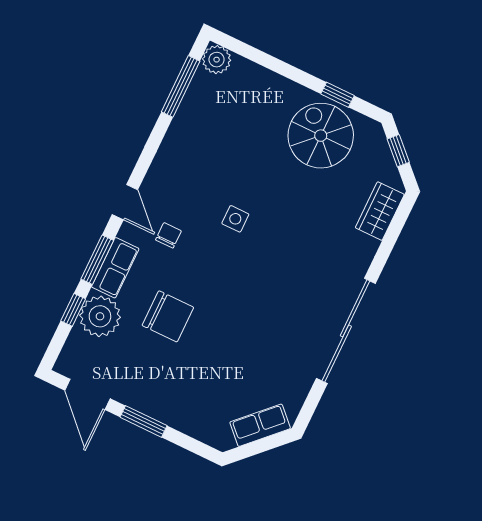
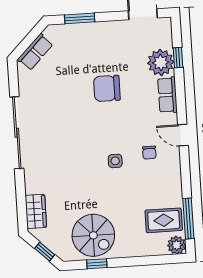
rug: (215, 103) -> (164, 220), added
chair: (168, 235) -> (149, 153), moved
window: (97, 260) -> (180, 94), removed
chair: (168, 316) -> (107, 88), moved
window: (143, 421) -> (80, 18), moved

